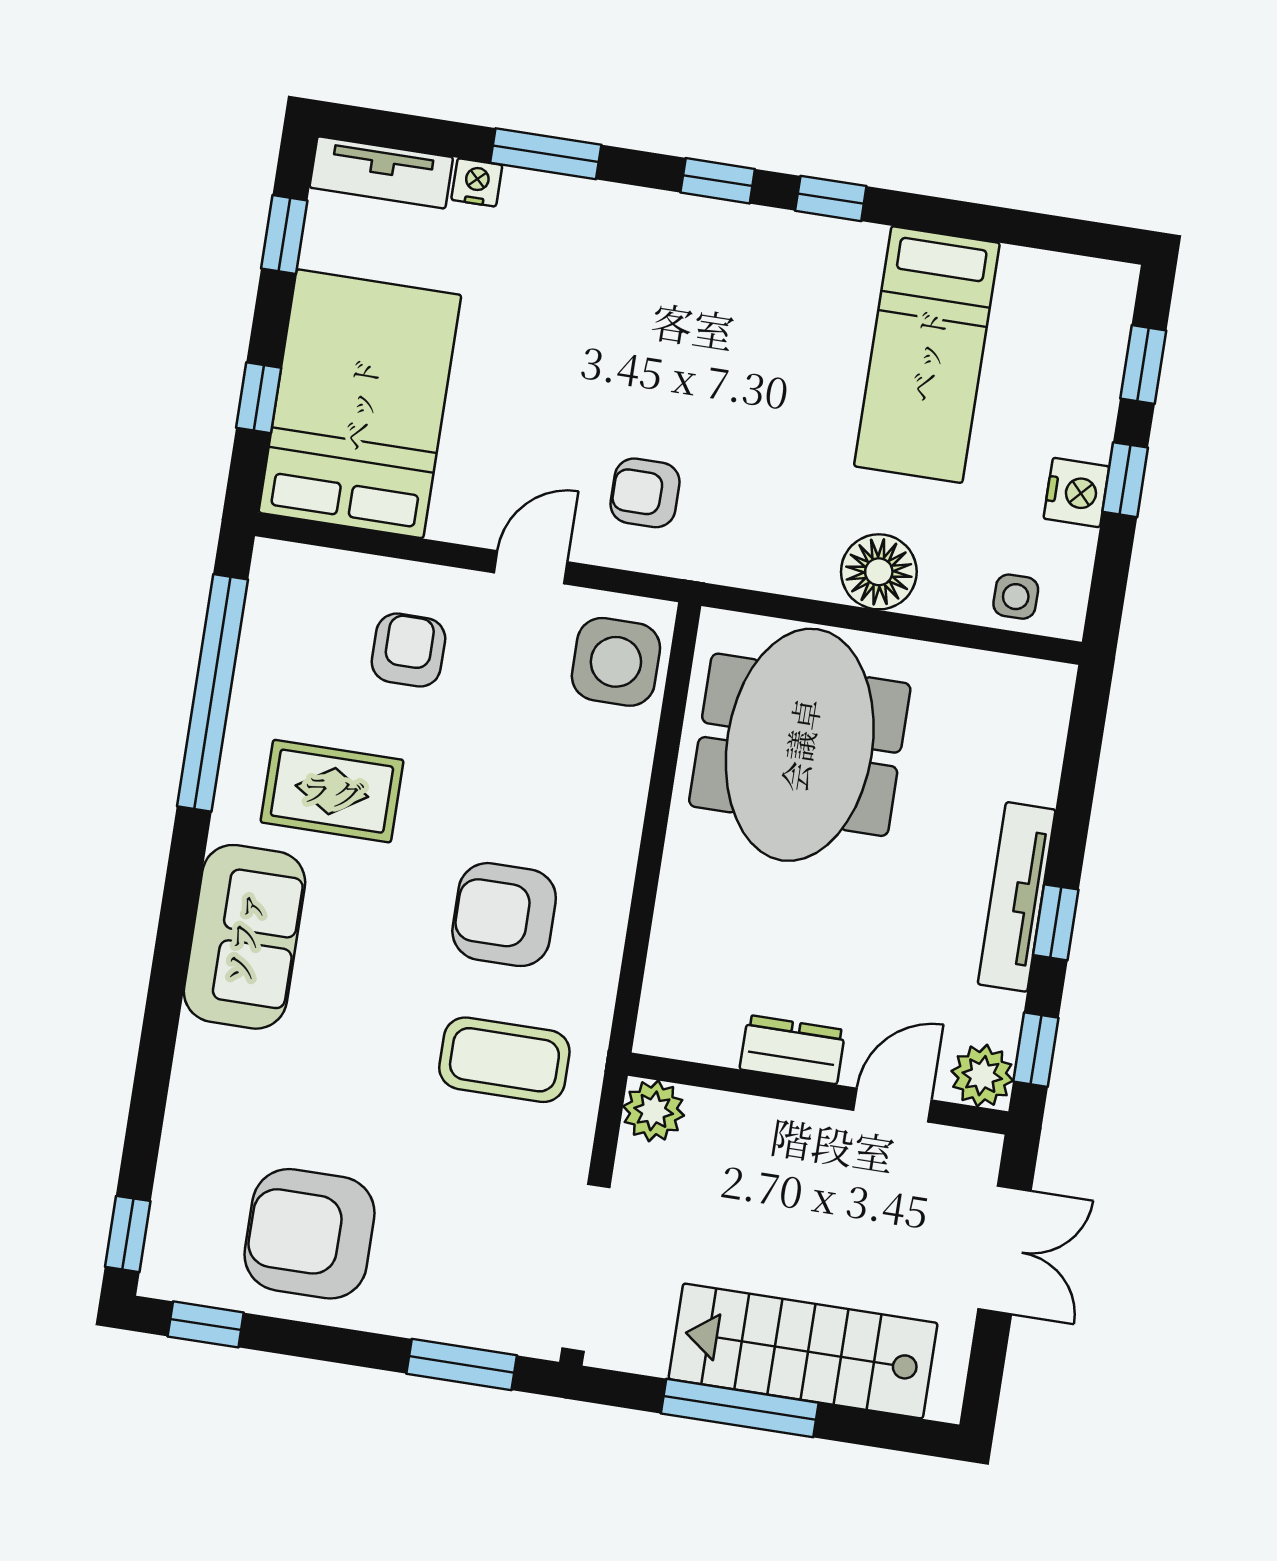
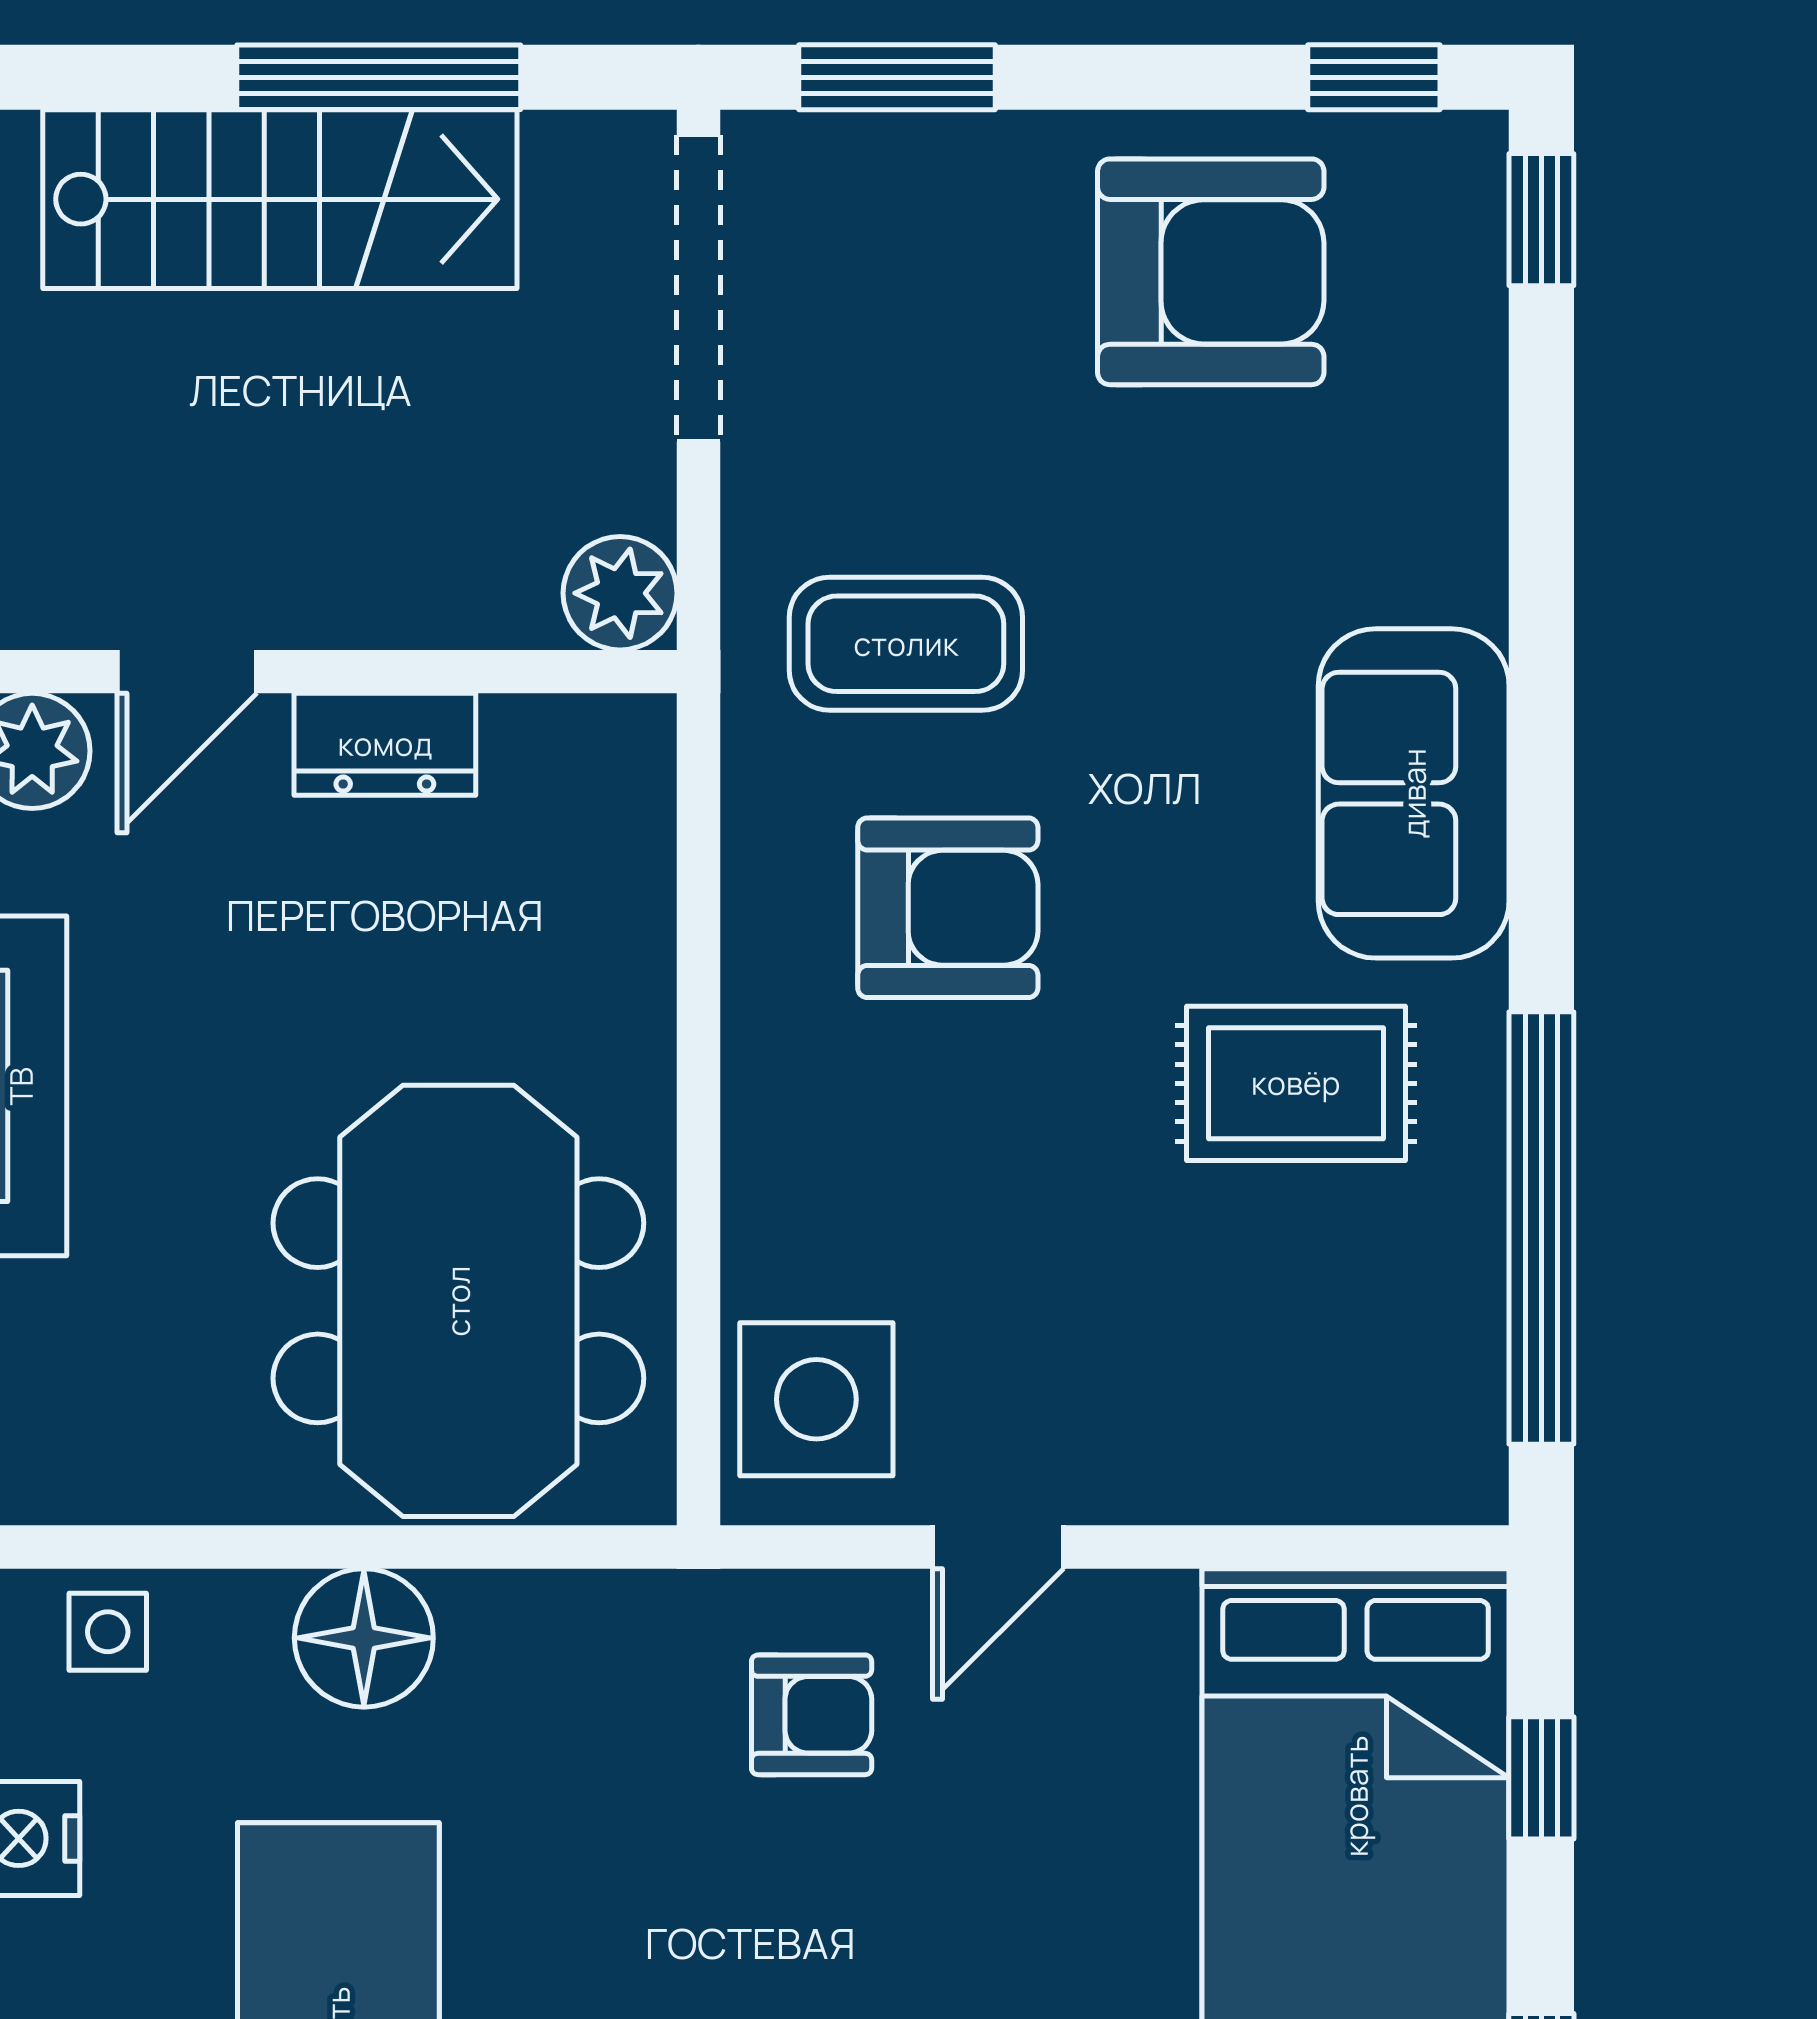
armchair: (408, 650) -> (1197, 1362), removed

